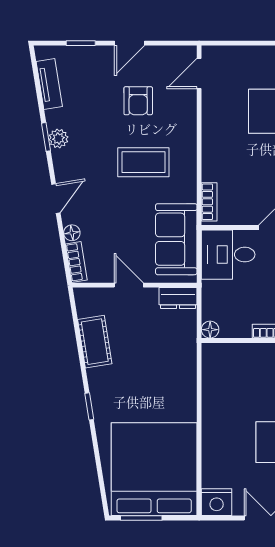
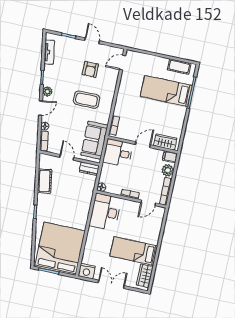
door: (129, 43) -> (92, 41), swing flipped
plant: (58, 138) -> (47, 92), moved
desk: (228, 377) -> (105, 212), added

